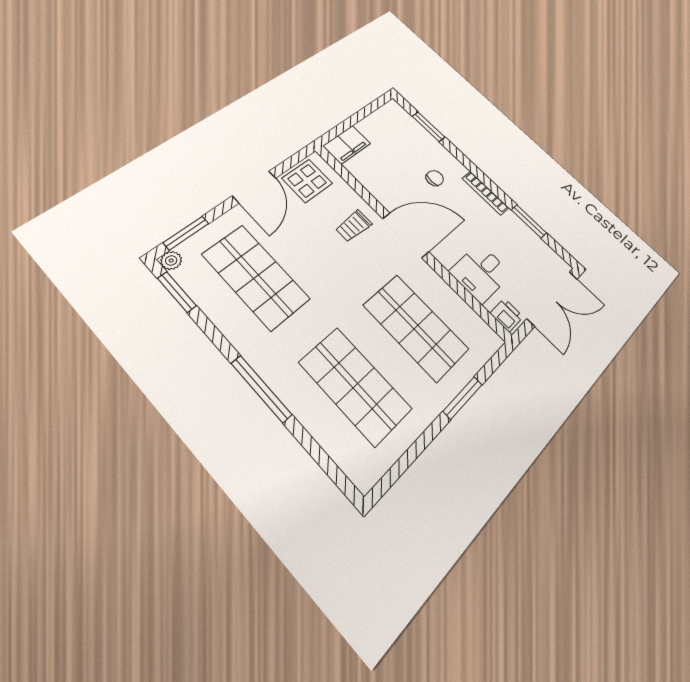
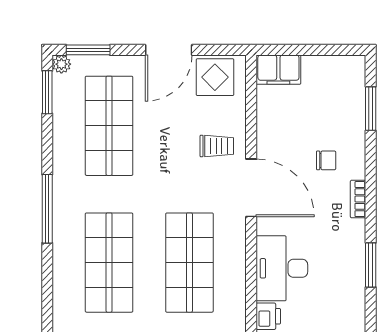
bookcase: (485, 193) -> (358, 199), width x0.64
trolley: (354, 226) -> (217, 146), turned 180
desk: (481, 273) -> (282, 268), width x1.37

